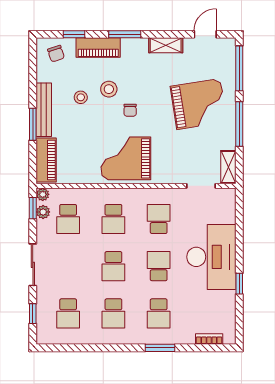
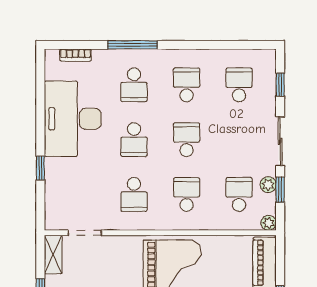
window: (33, 208) -> (280, 190), moved
plant: (43, 212) -> (268, 185), moved
desk: (211, 257) -> (73, 119), moved
window: (239, 284) -> (40, 168), moved
school desk: (159, 313) -> (134, 85), turned 180
window: (160, 348) -> (132, 45), width x1.44

